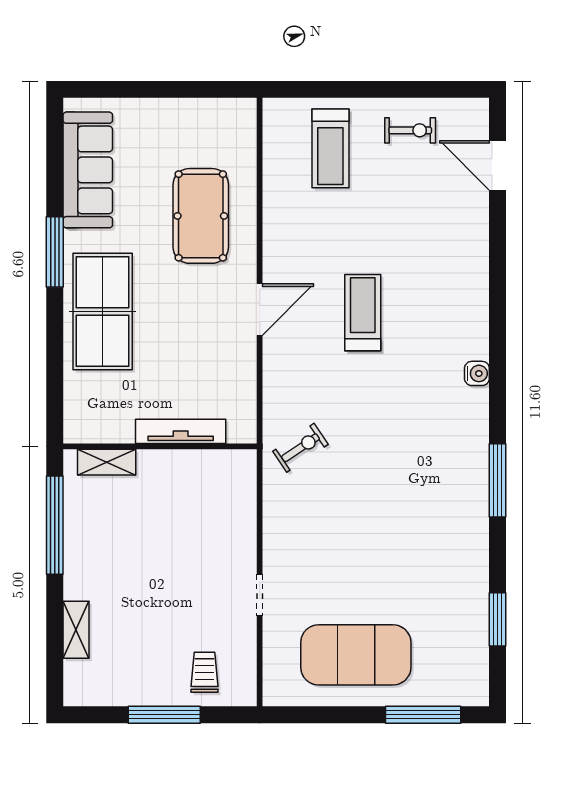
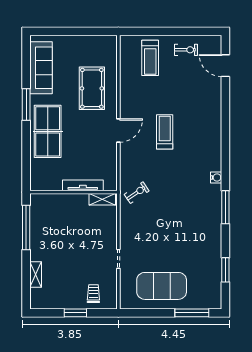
water cooler: (477, 373) -> (216, 178), moved
shelving: (107, 462) -> (102, 199), moved
window: (164, 715) -> (75, 313), width x0.69

